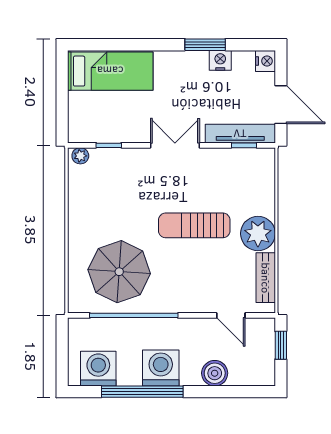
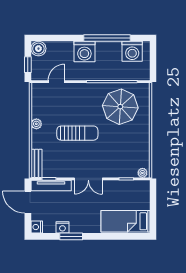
plant: (258, 234) -> (36, 124), width x0.53, depth x0.53
bench: (266, 278) -> (36, 163), moved
door: (231, 315) -> (56, 82), hinge flipped
washing machine: (161, 368) -> (84, 52), moved
boiler: (215, 373) -> (38, 49), moved

